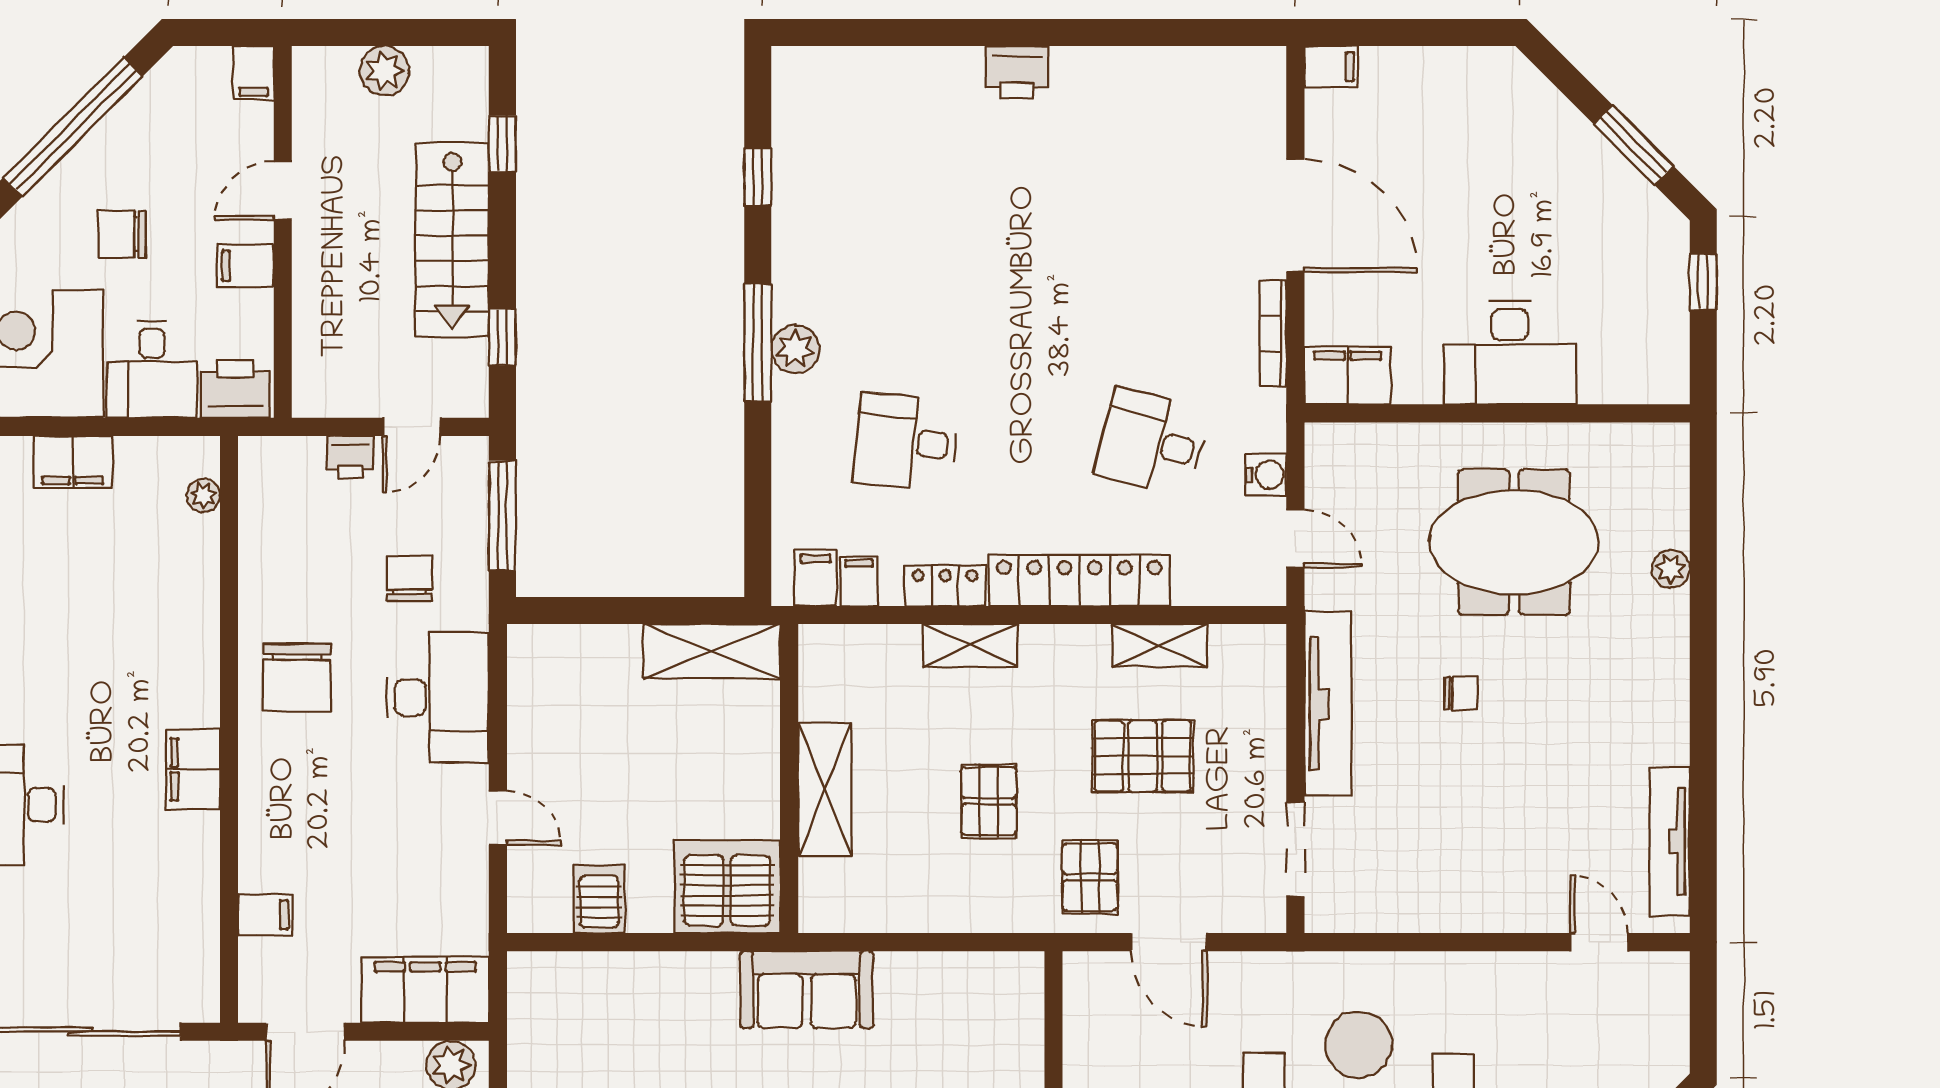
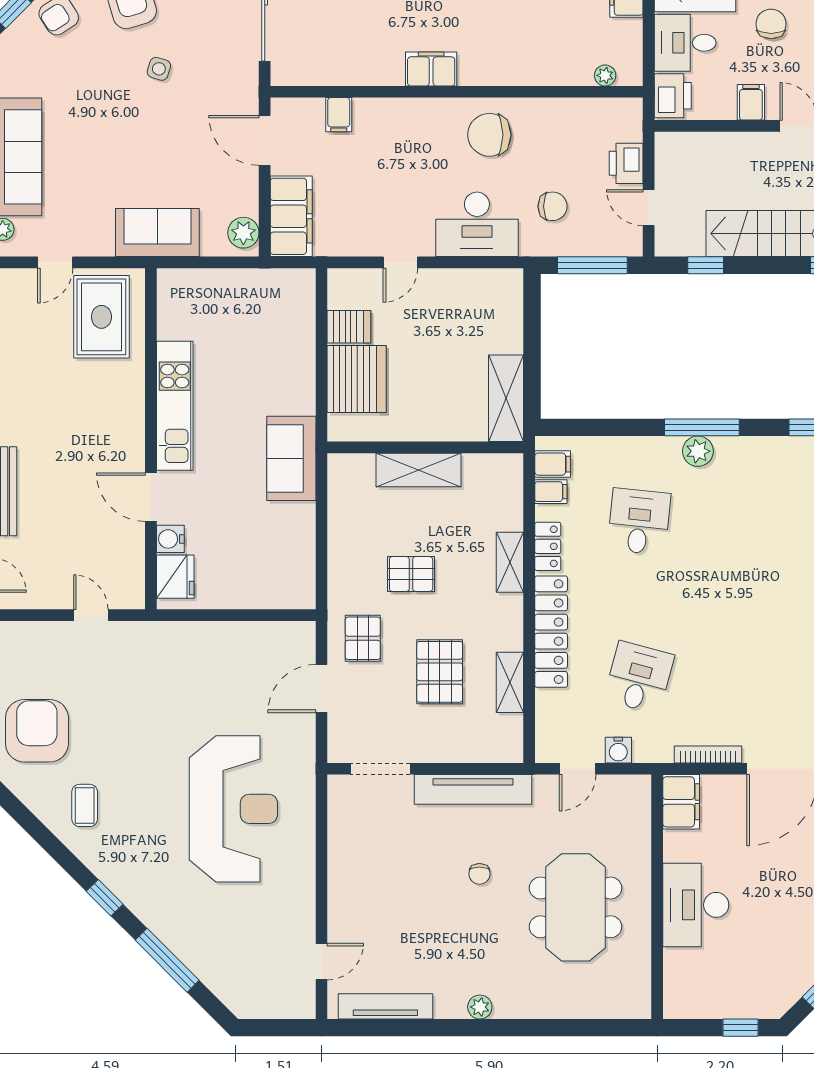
printer: (350, 457) -> (626, 163), width x1.36, depth x1.24
plant: (1671, 569) -> (480, 1007), moved
pallet: (1090, 877) -> (363, 638), turned 90
server rack: (727, 887) -> (357, 379), moved

